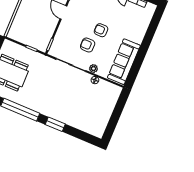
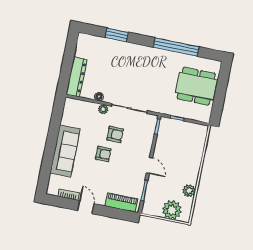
sofa: (124, 62) -> (65, 151), moved
dresser: (111, 101) -> (77, 77), added
window: (55, 124) -> (117, 35), moved

